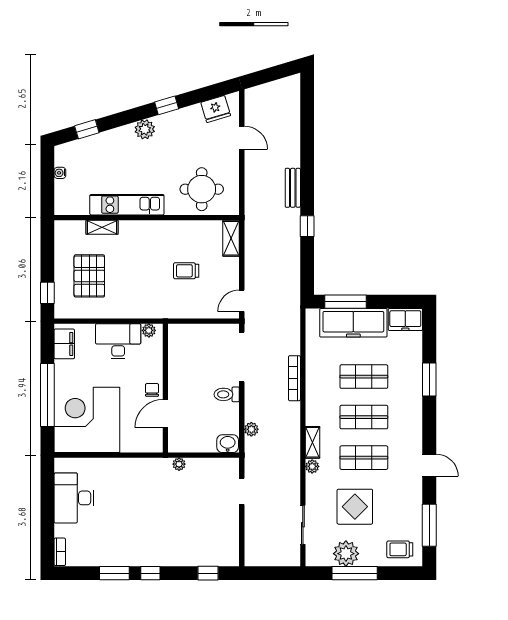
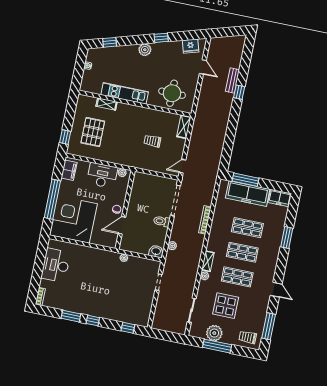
bench: (293, 188) -> (232, 80), moved
window: (307, 226) -> (239, 92), moved

